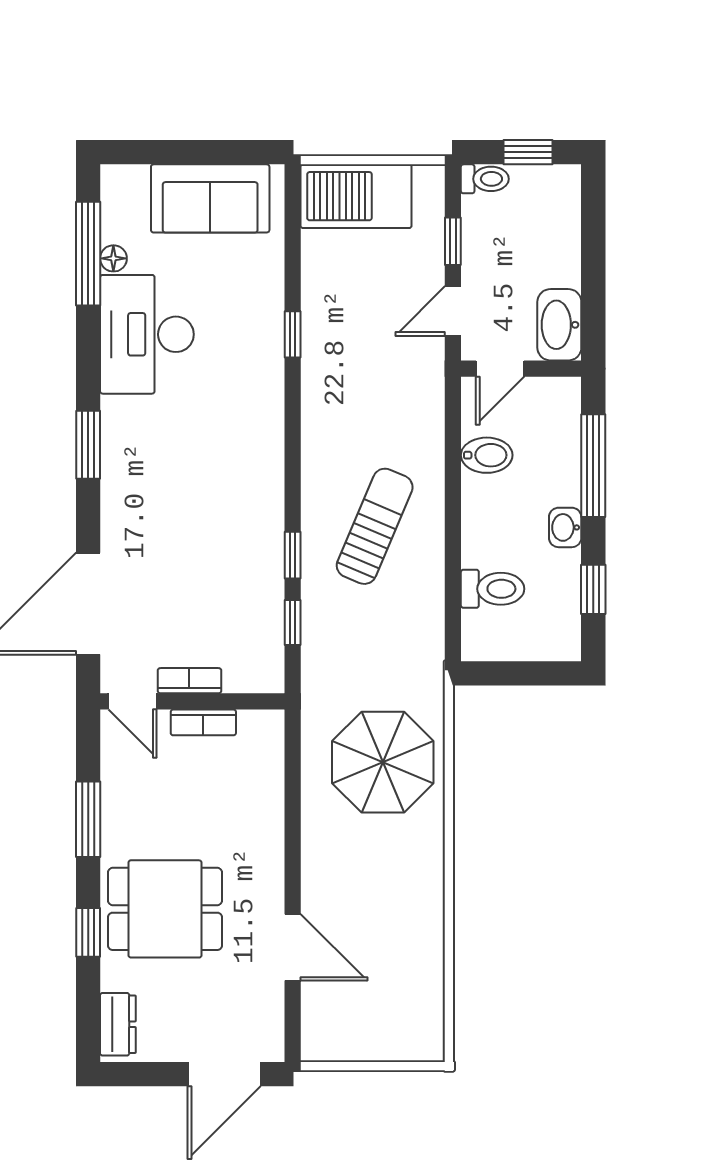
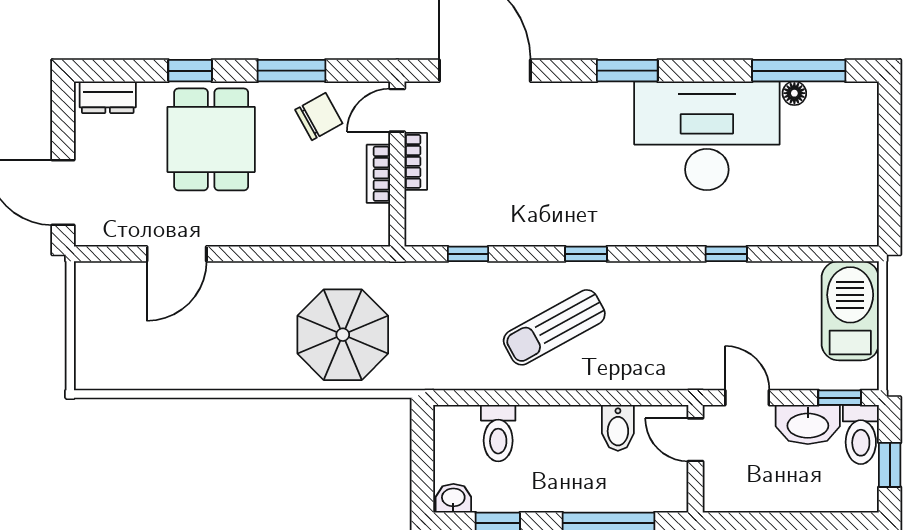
toilet: (485, 179) -> (861, 434), width x1.37, depth x1.39
sofa: (210, 198) -> (848, 180), removed
window: (453, 241) -> (840, 398), moved
washbasin: (559, 325) -> (808, 424), moved, turned 180
desk: (147, 334) -> (707, 136), width x1.36, depth x1.30
sun lounger: (375, 526) -> (554, 327), turned 128
washbasin: (565, 527) -> (453, 498), moved
window: (293, 555) -> (586, 254), moved
chair: (140, 789) -> (319, 117), added

